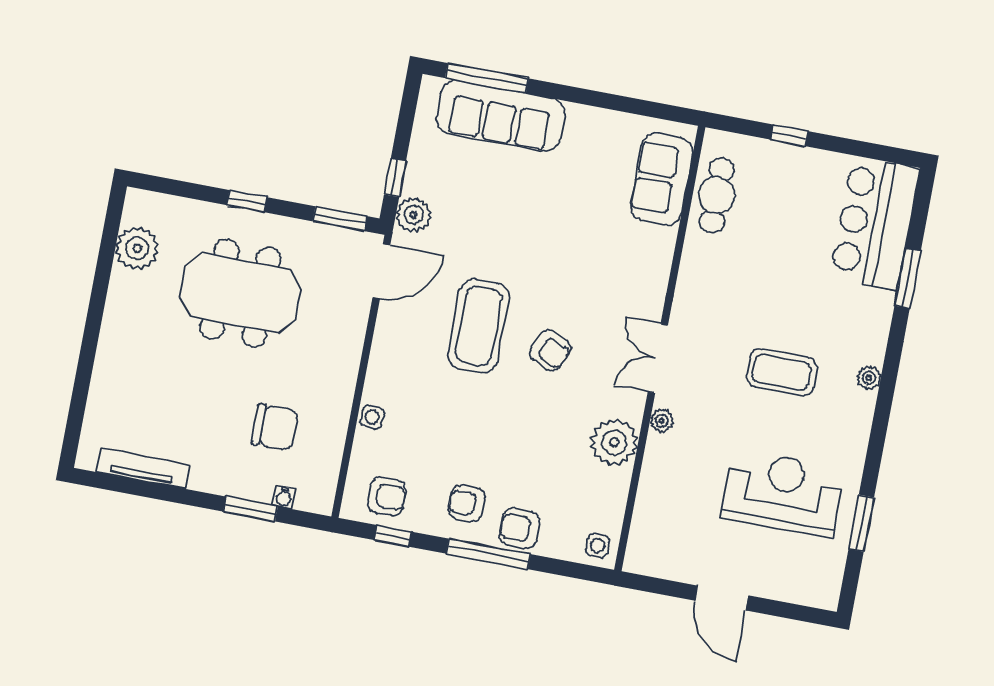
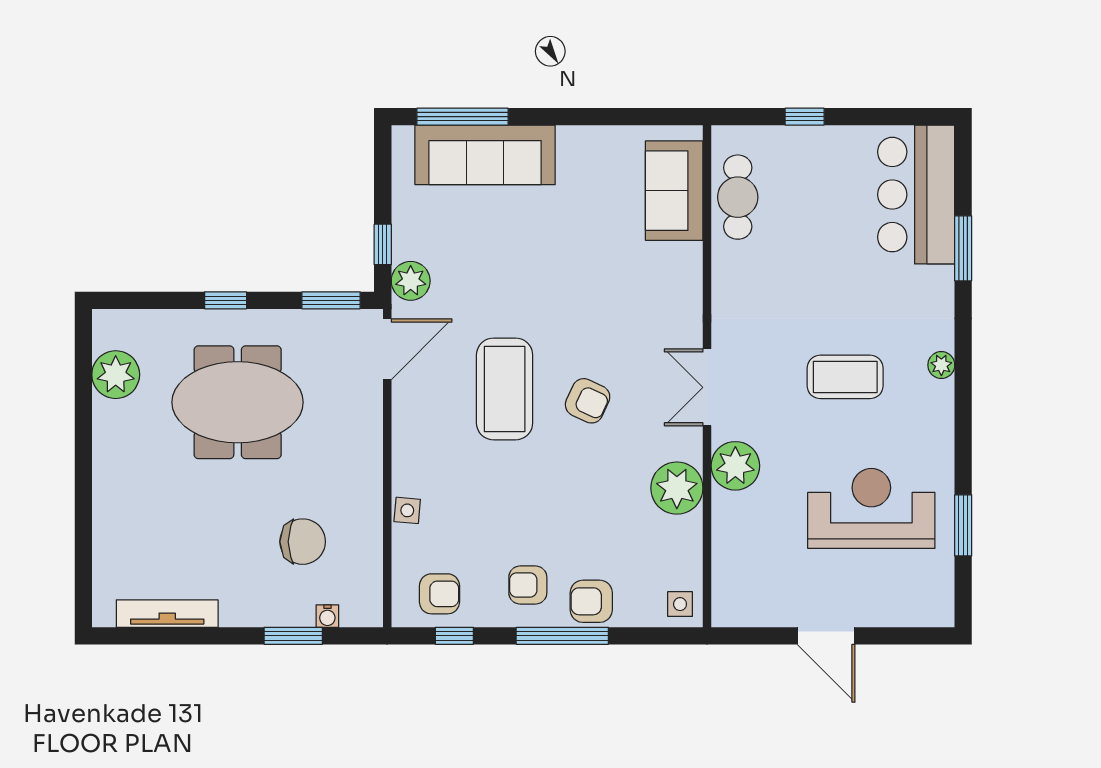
plant: (662, 421) -> (735, 466), width x1.88, depth x1.88

